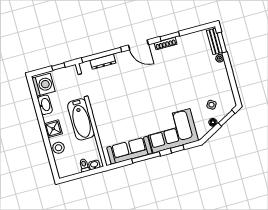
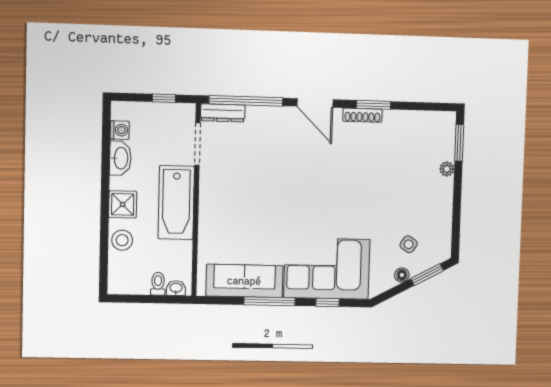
bench: (214, 41) -> (447, 137), removed
dresser: (103, 62) -> (223, 113), moved
washing machine: (43, 85) -> (120, 130), width x0.53, depth x0.53

